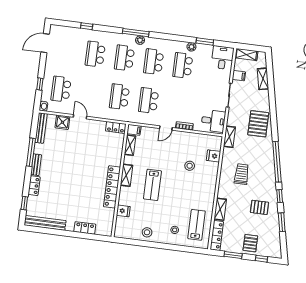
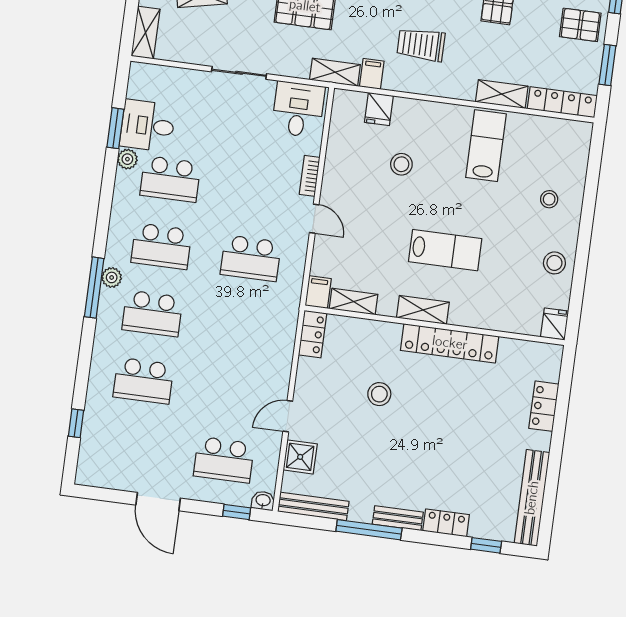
window: (87, 26) -> (76, 423), moved
door: (45, 43) -> (158, 502), moved
desk: (222, 58) -> (148, 126), moved
filing cabinet: (239, 76) -> (372, 74), moved
window: (40, 84) -> (237, 512), moved
school desk: (119, 97) -> (242, 325), removed
stool: (90, 157) -> (379, 394), added
fridge: (123, 211) -> (555, 324), moved
lab bench: (197, 225) -> (486, 146), moved, turned 90

